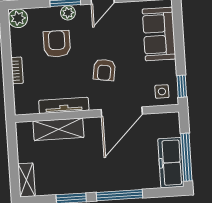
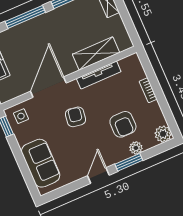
plant: (68, 13) -> (136, 148), moved

